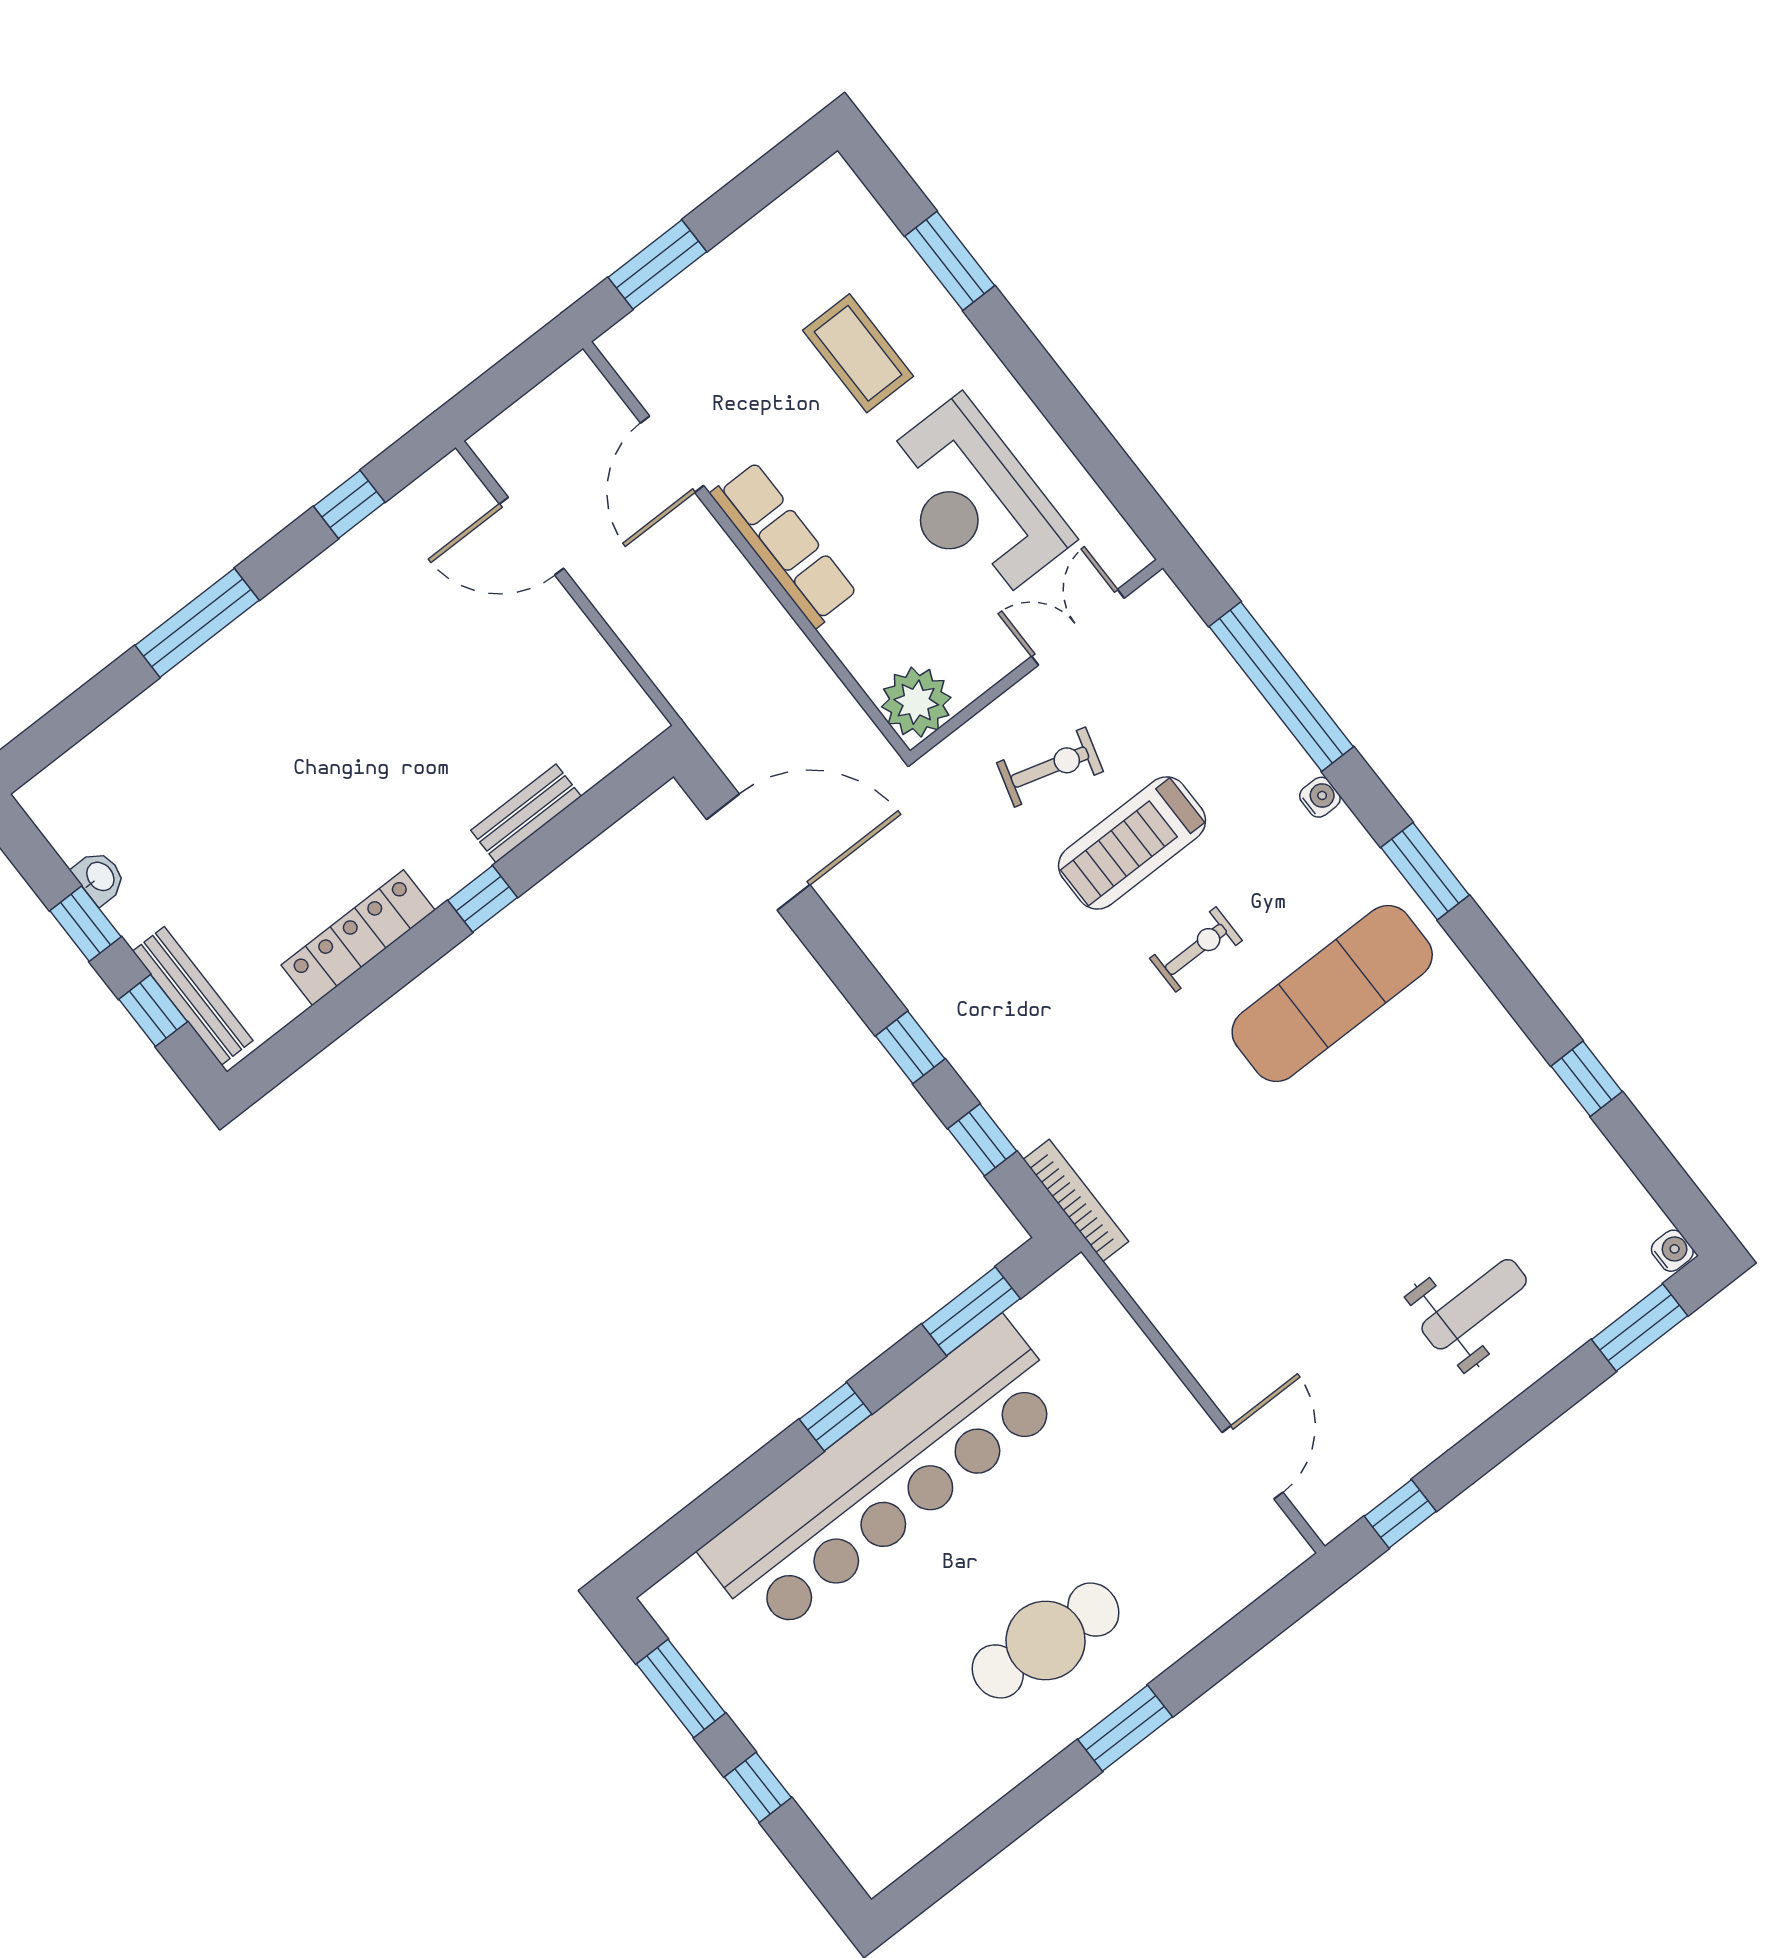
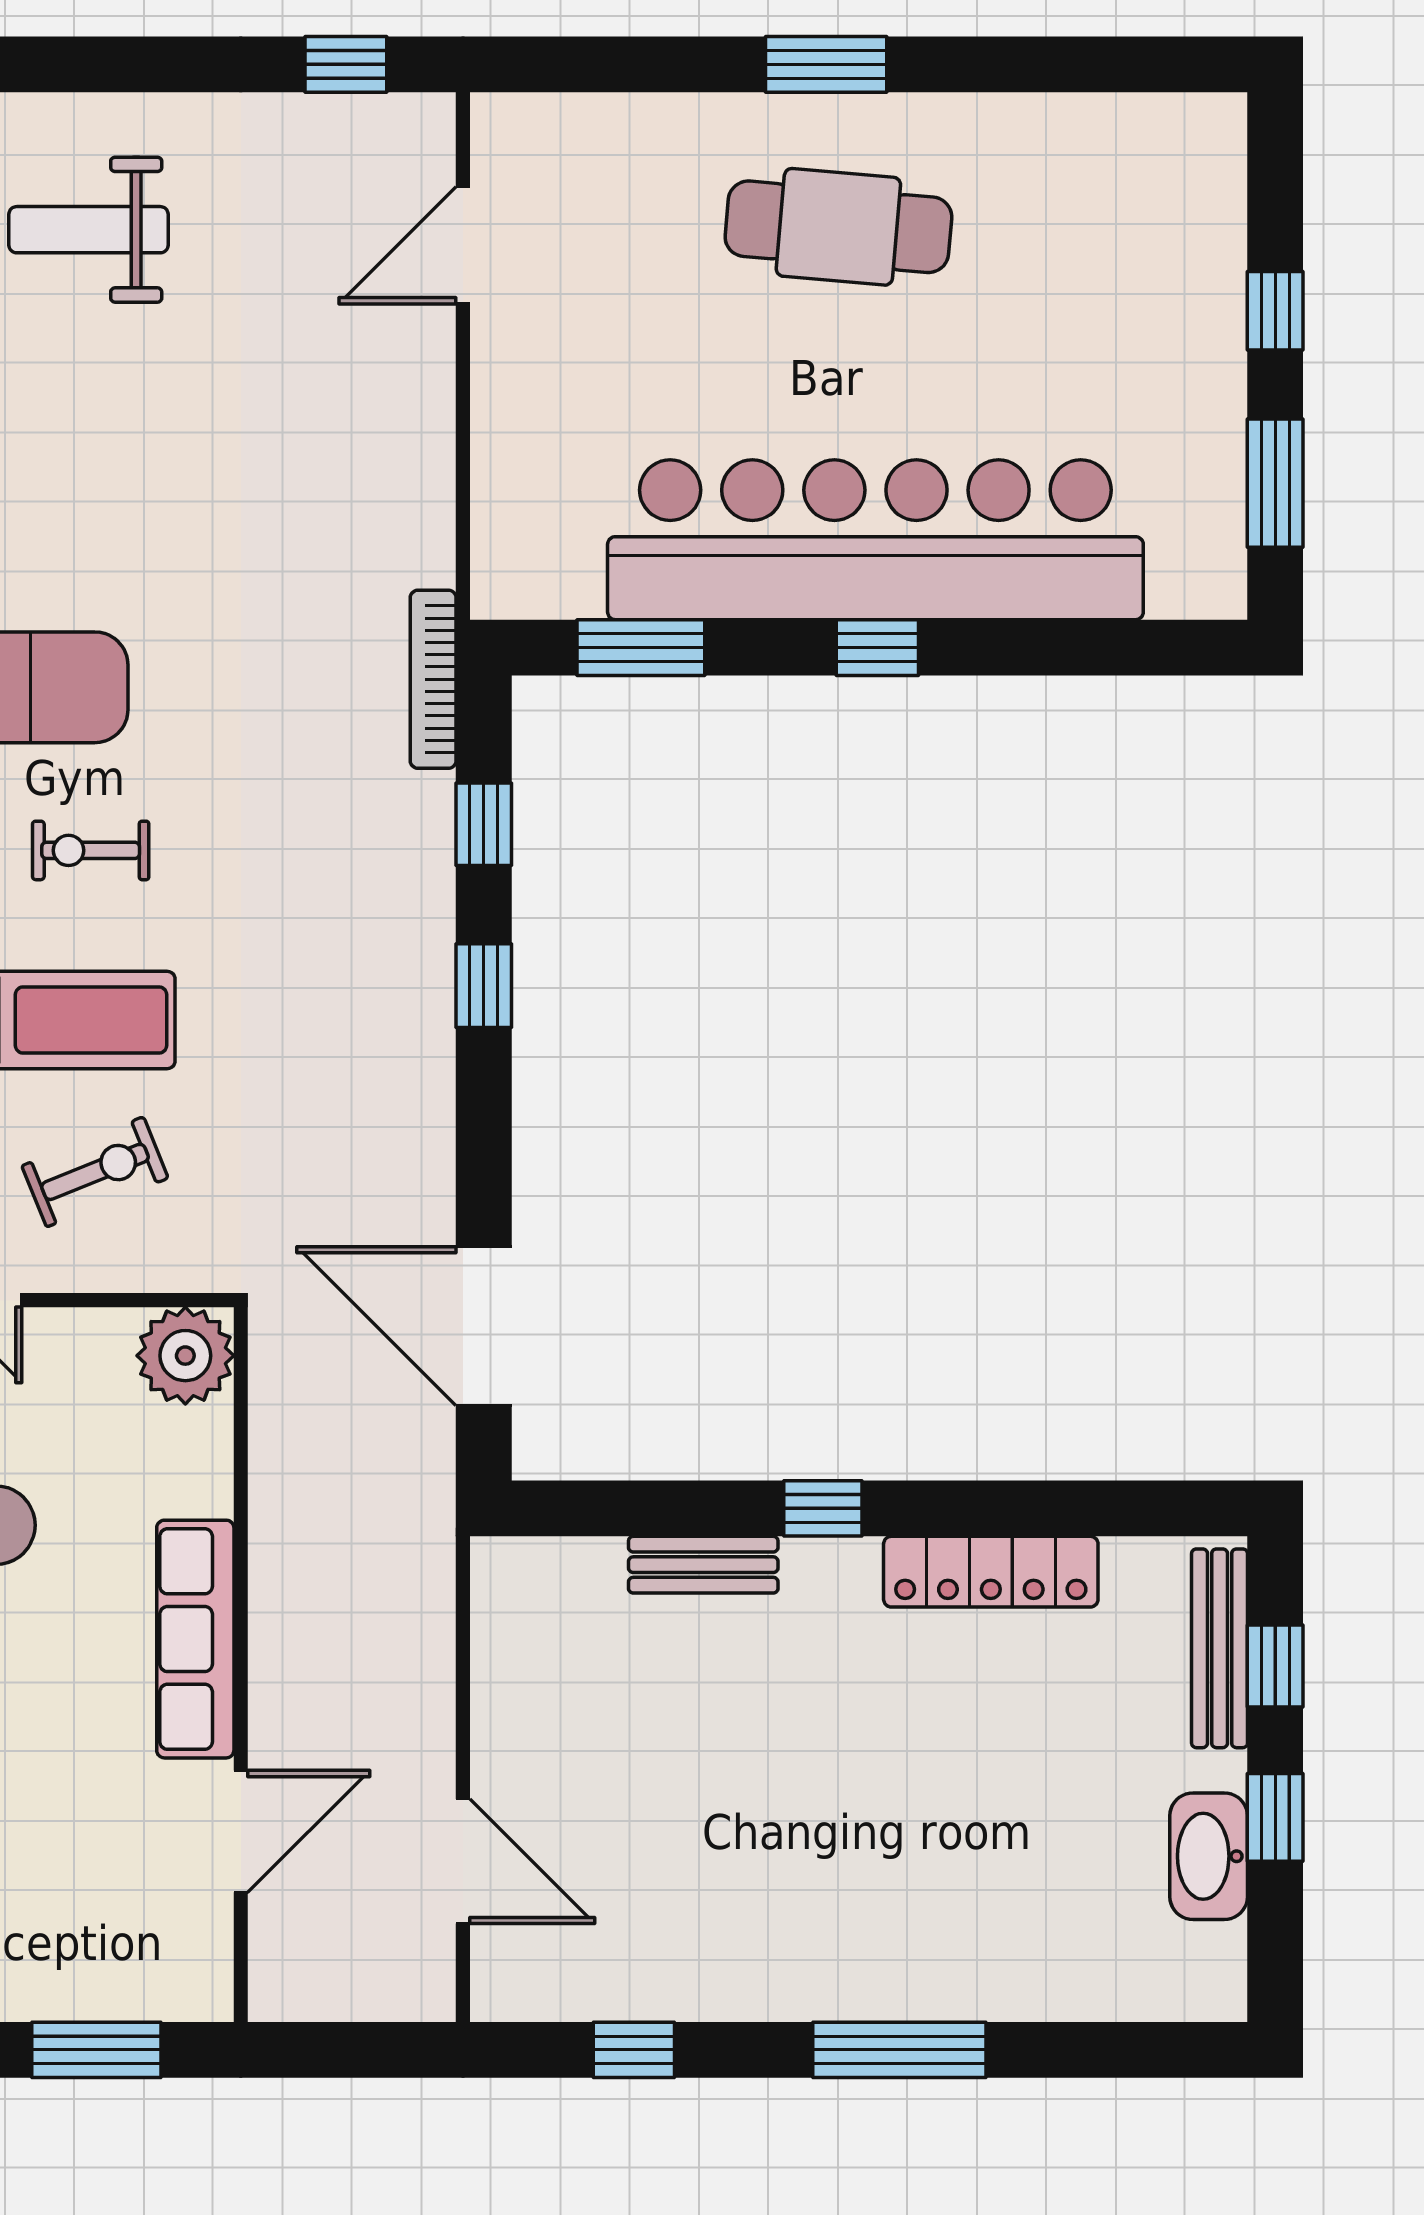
exercise bike: (1050, 767) -> (95, 1172), turned 142
washbasin: (99, 877) -> (1209, 1856), width x1.91, depth x1.45

